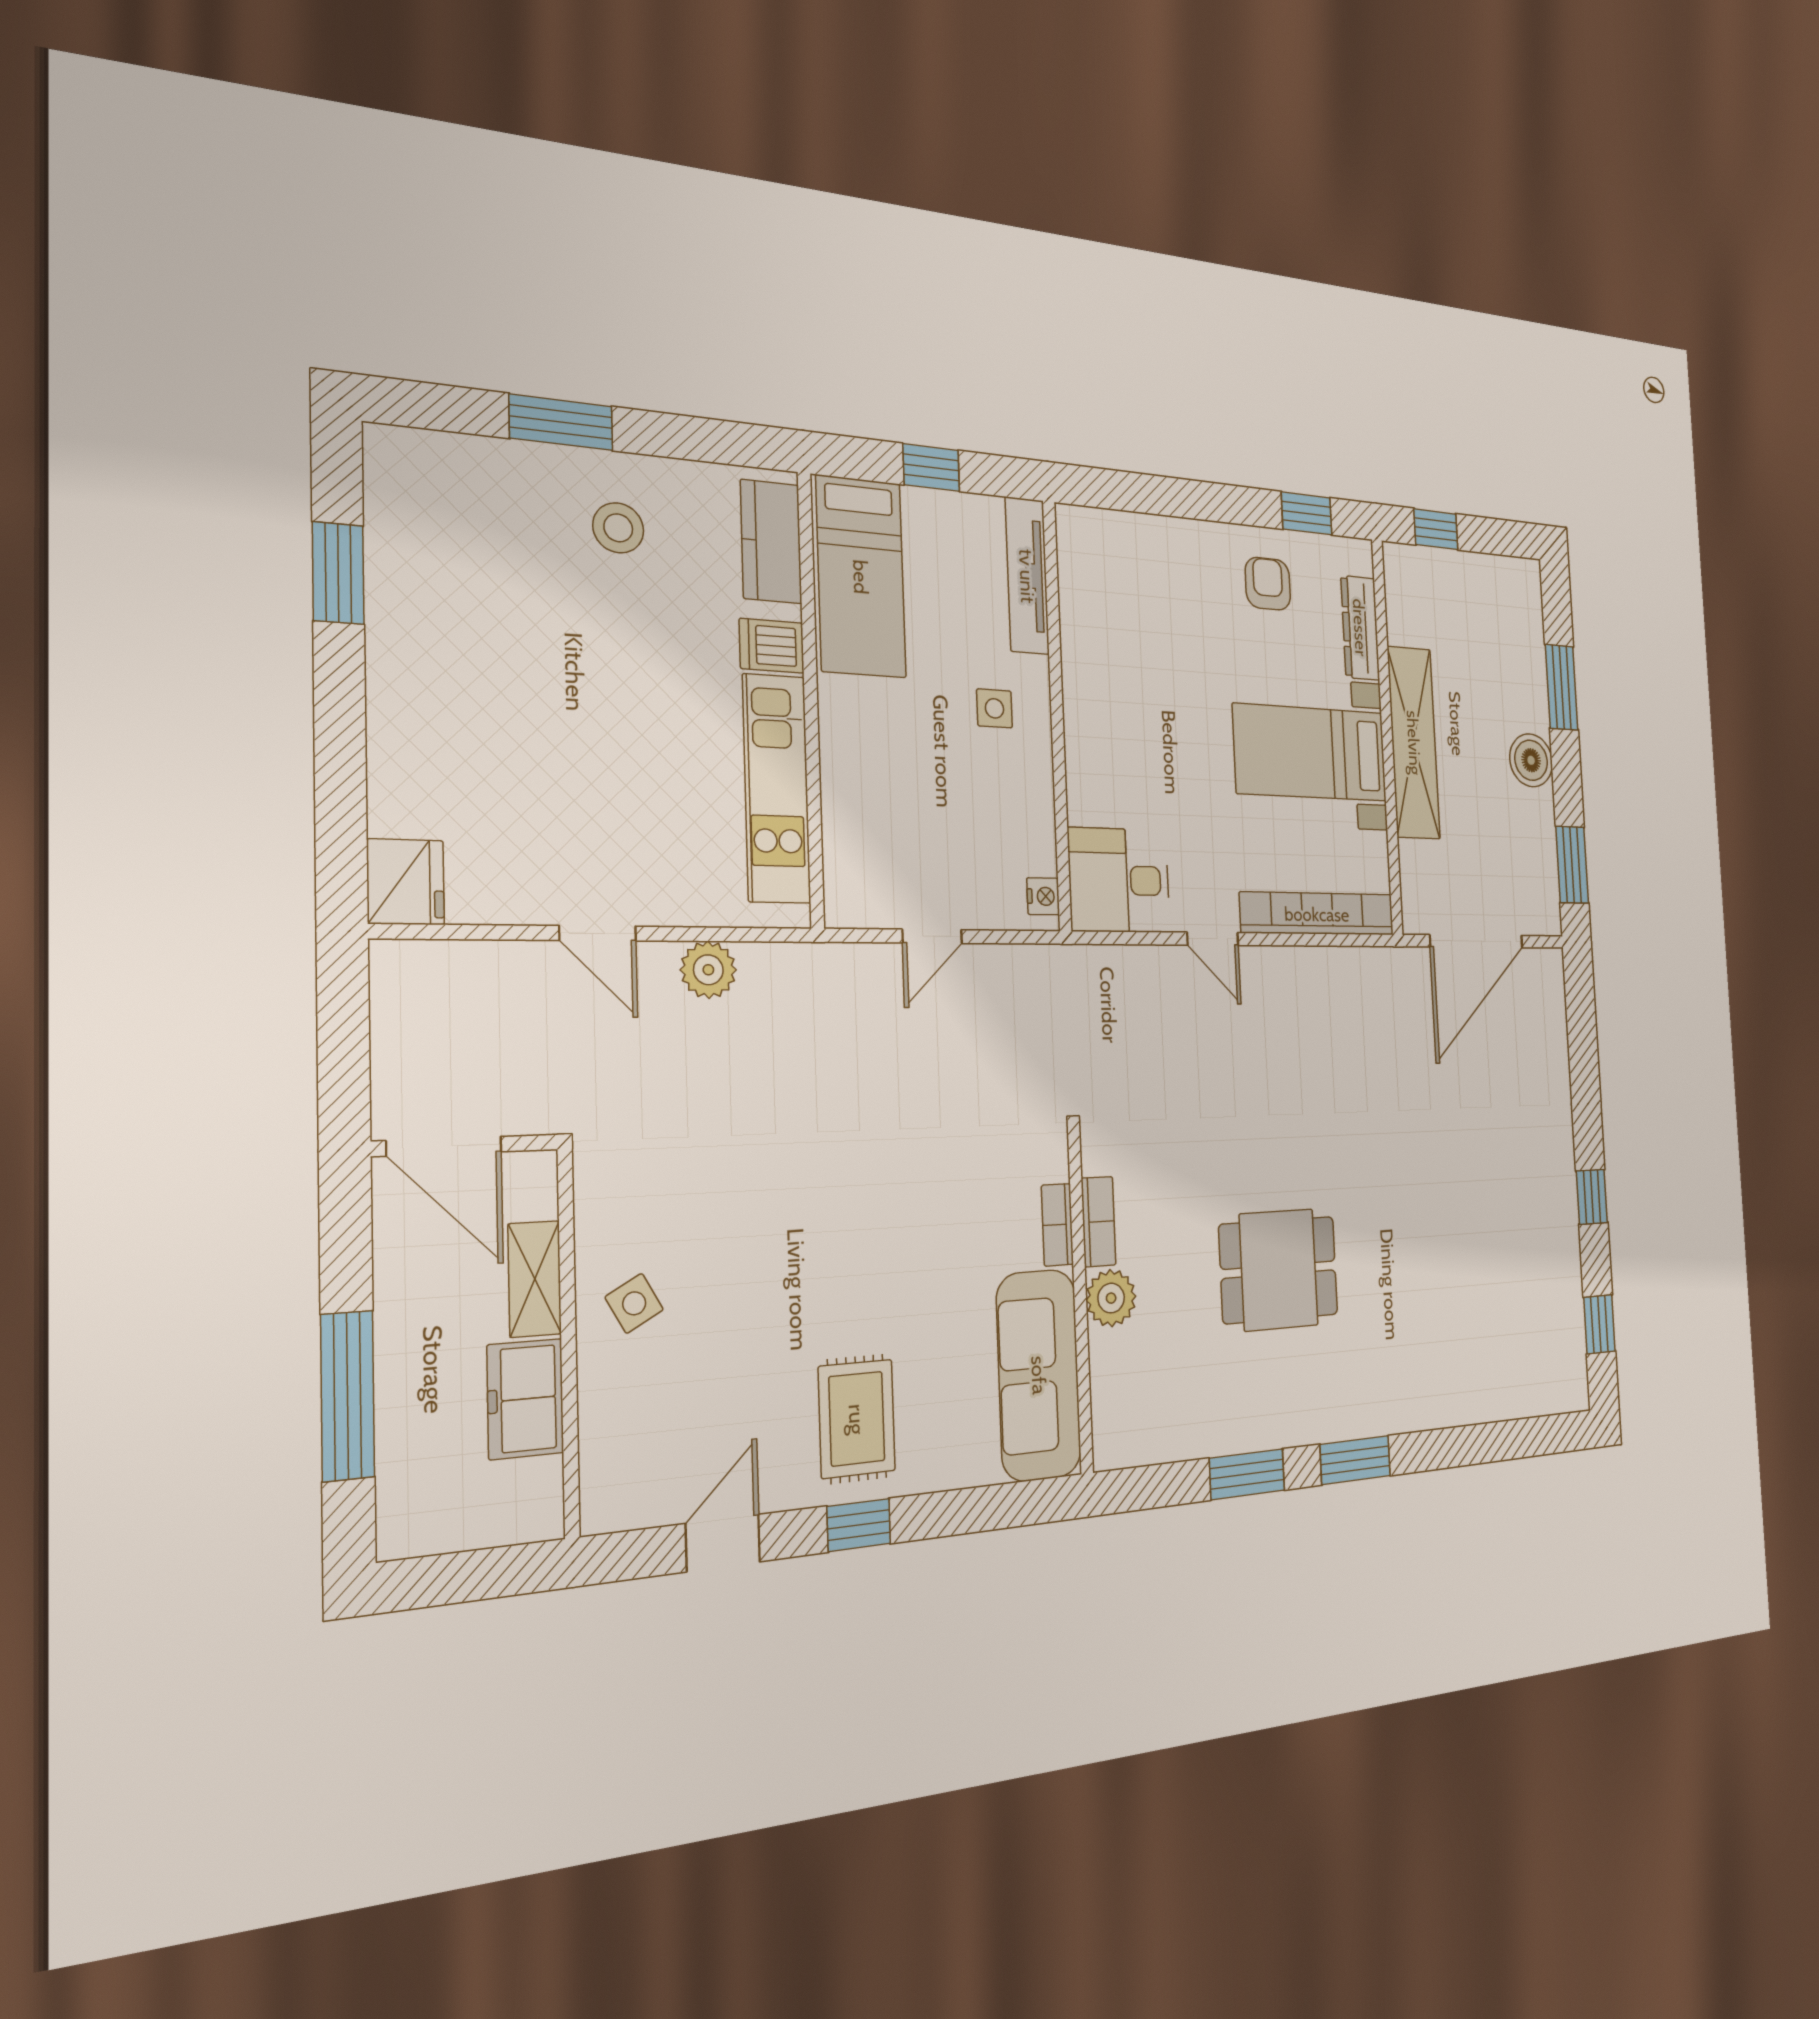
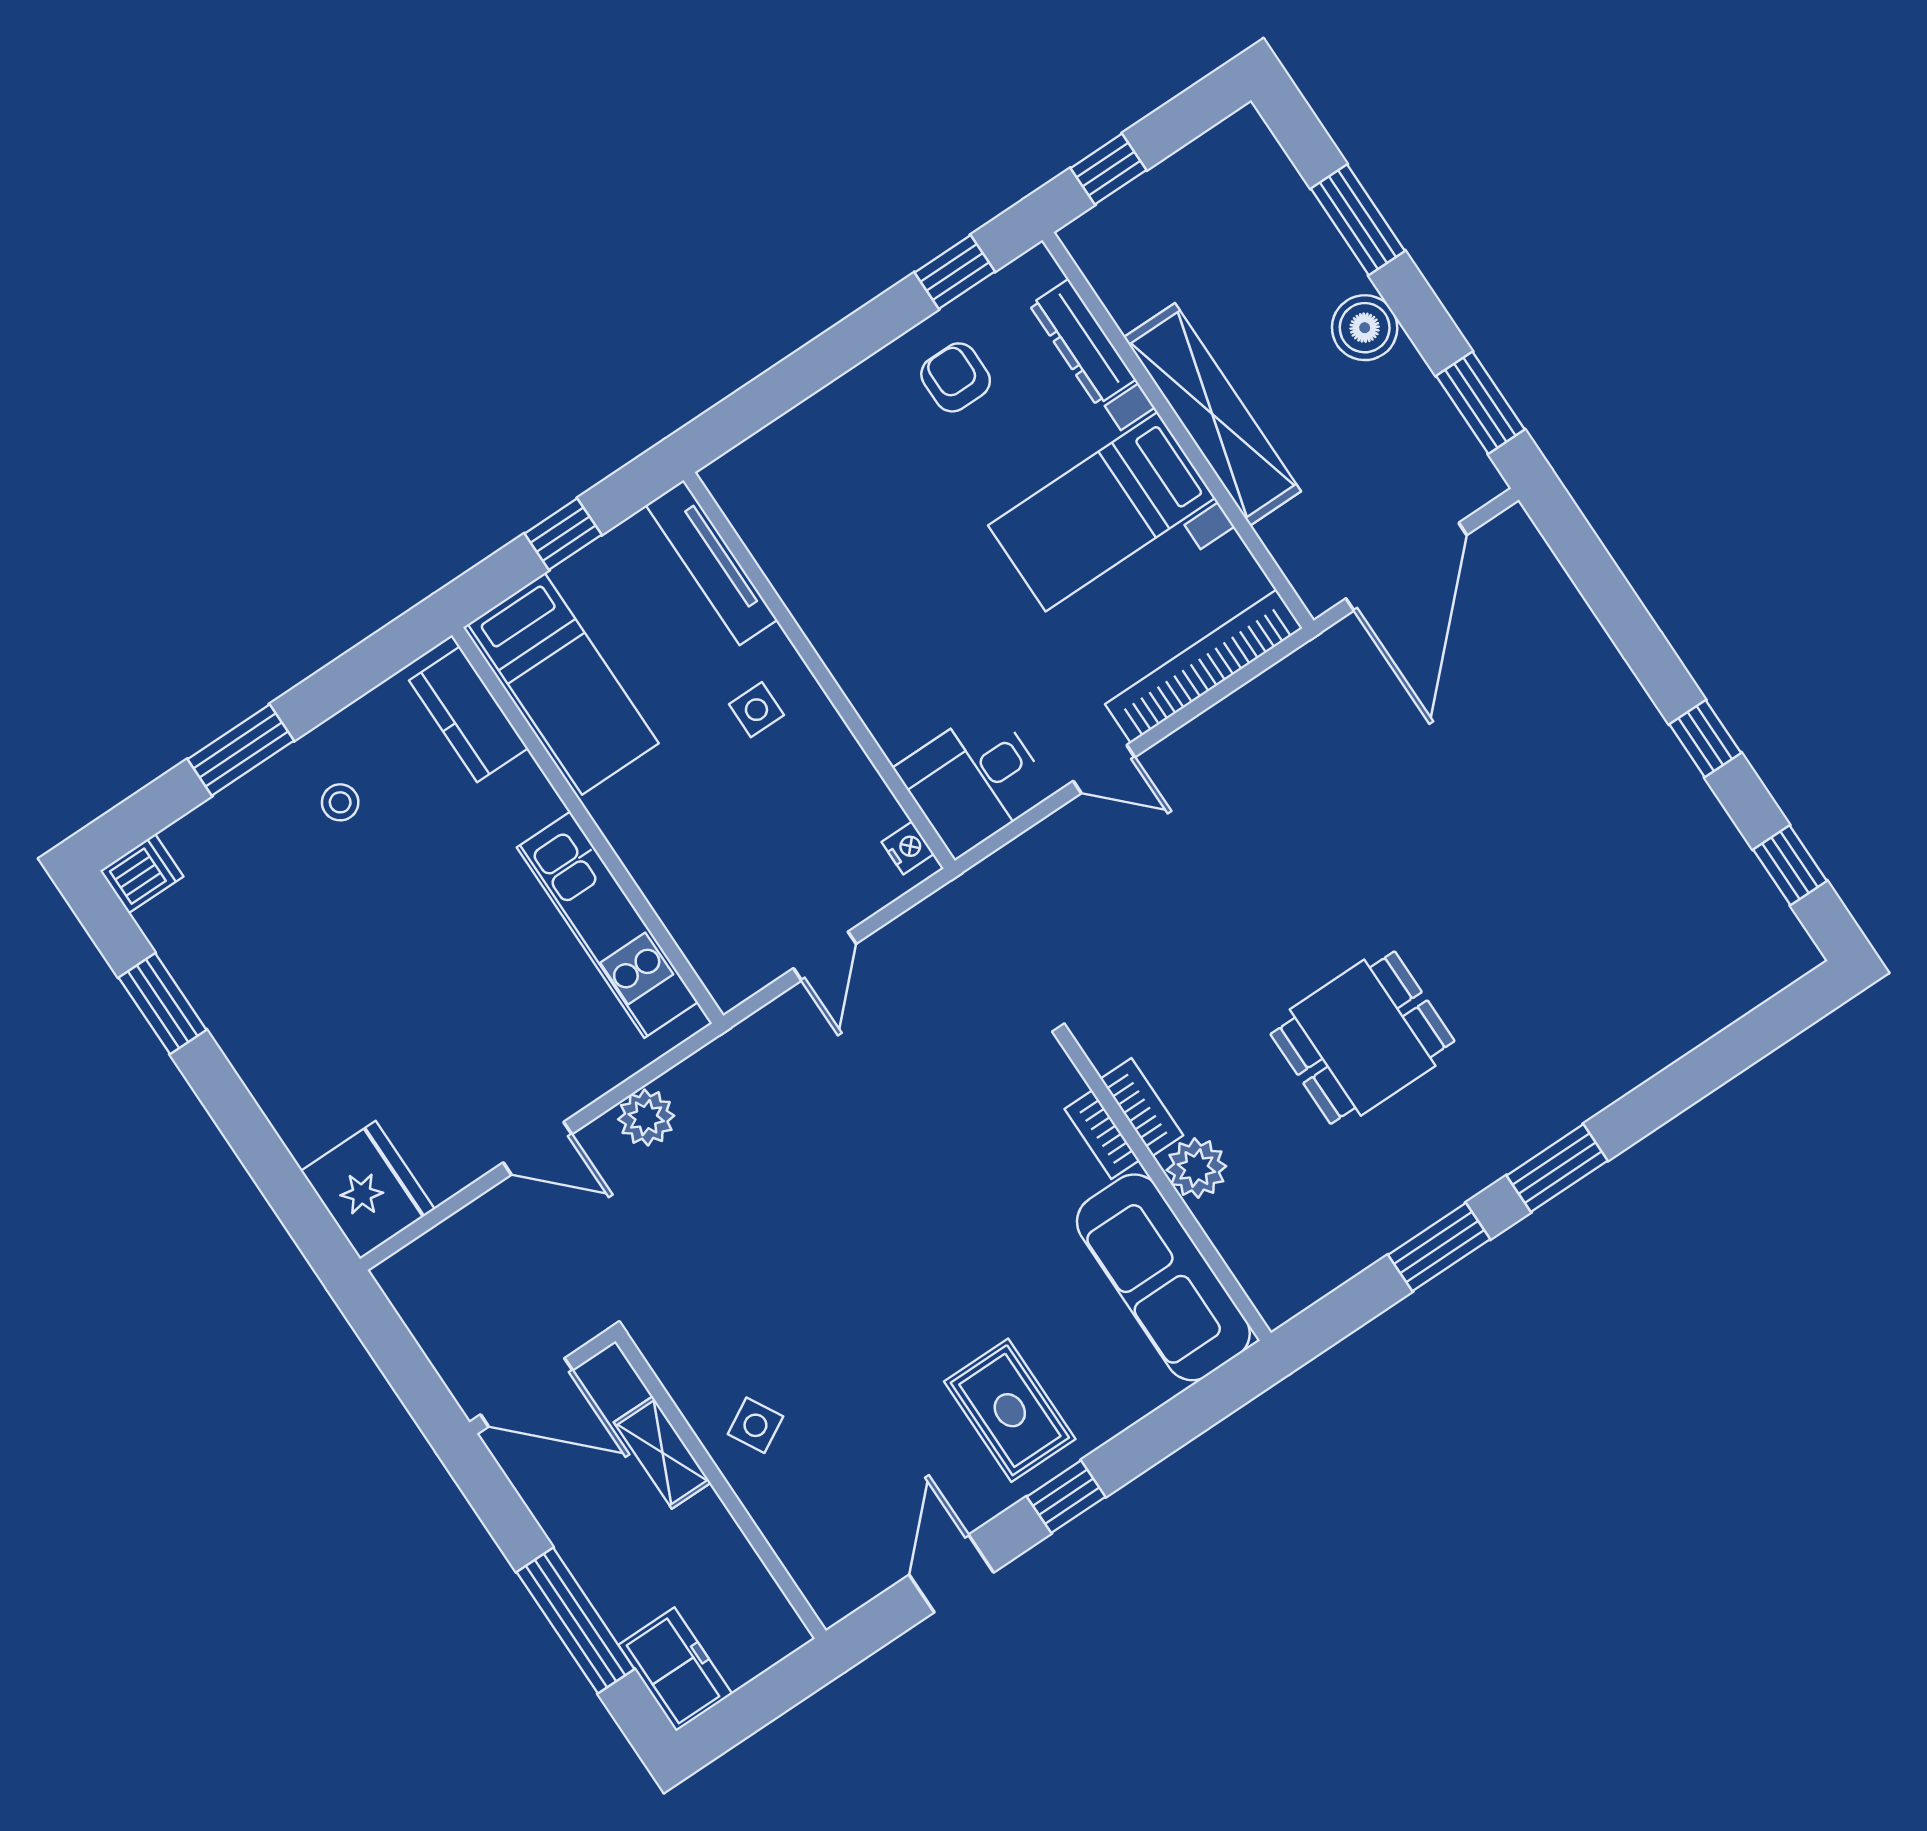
stool: (618, 528) -> (340, 802), width x0.73, depth x0.73
dishwasher: (772, 646) -> (142, 874), moved, turned 180
fridge: (406, 882) -> (368, 1190), width x1.36, depth x1.34
freezer: (525, 1399) -> (675, 1669), moved, turned 180

